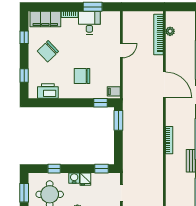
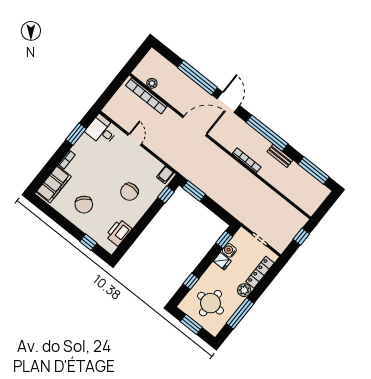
desk: (89, 23) -> (102, 130), moved
window: (24, 37) -> (55, 215), removed
water cooler: (74, 178) -> (229, 250), moved

